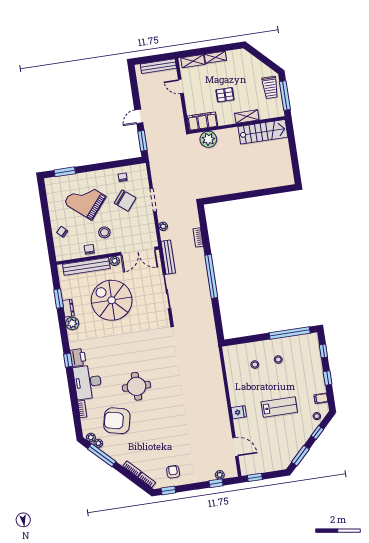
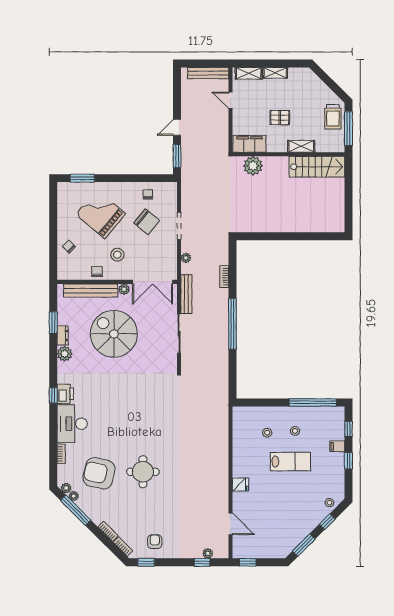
round table: (136, 386) -> (143, 472), moved
filing cabinet: (321, 398) -> (337, 446), moved
lab bench: (279, 407) -> (290, 462), moved

